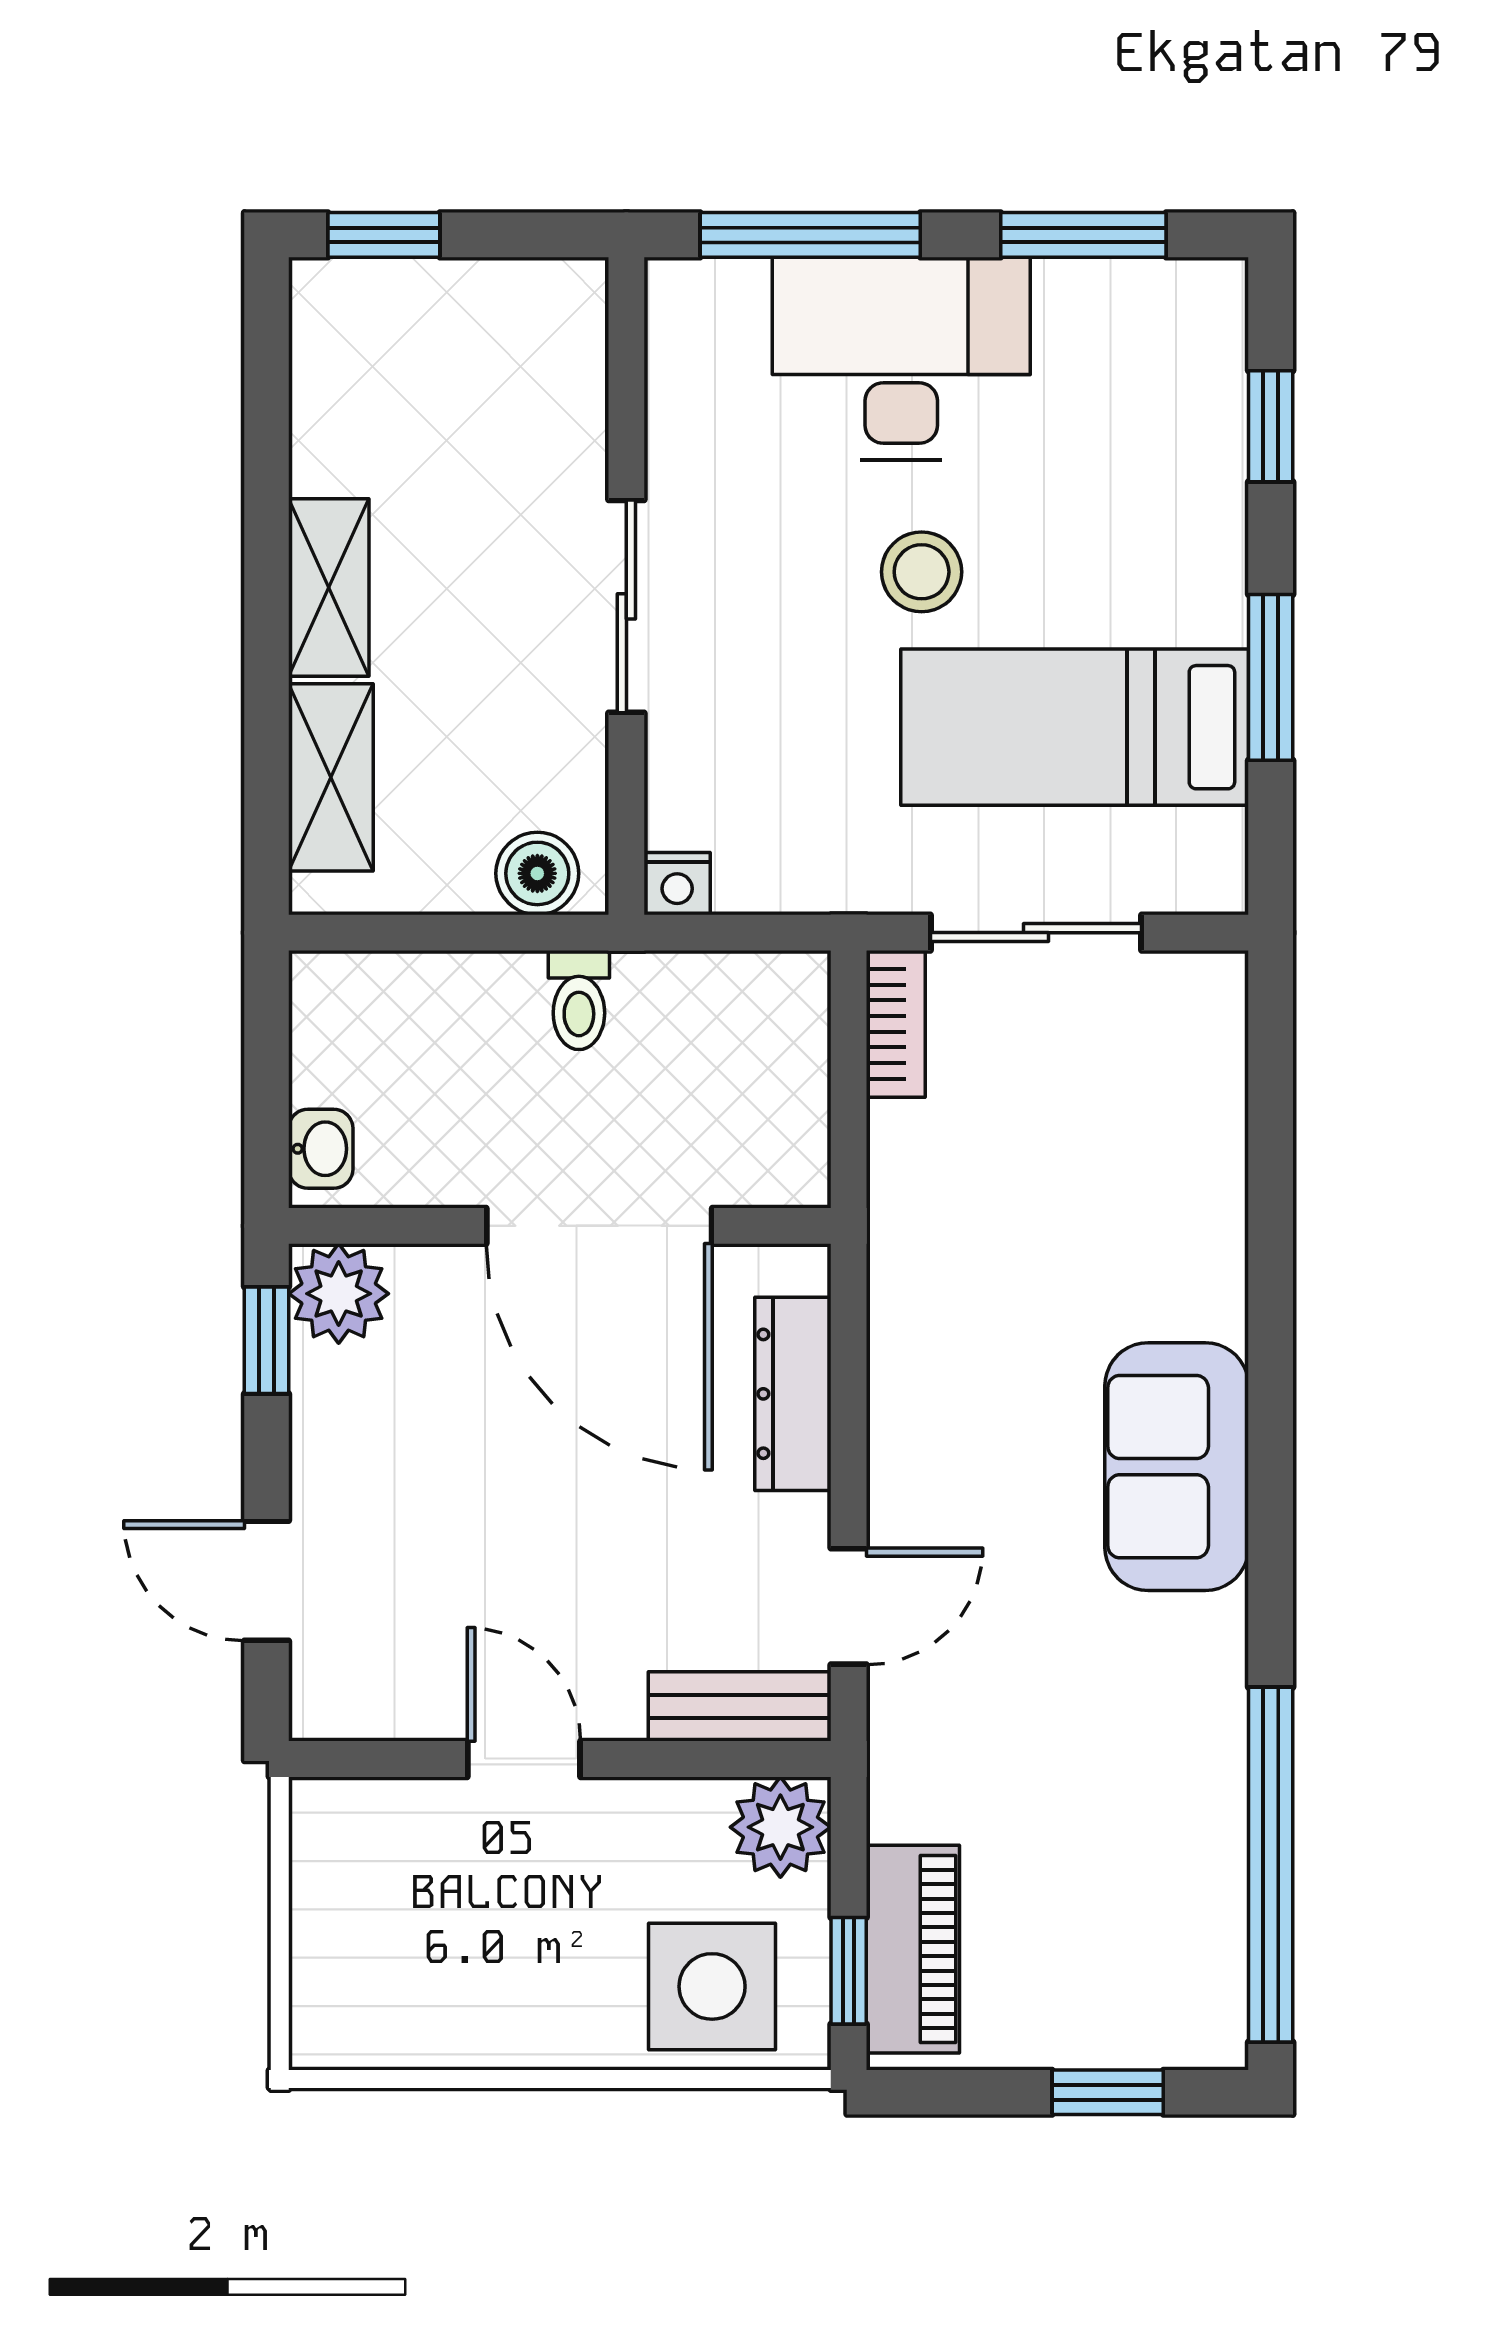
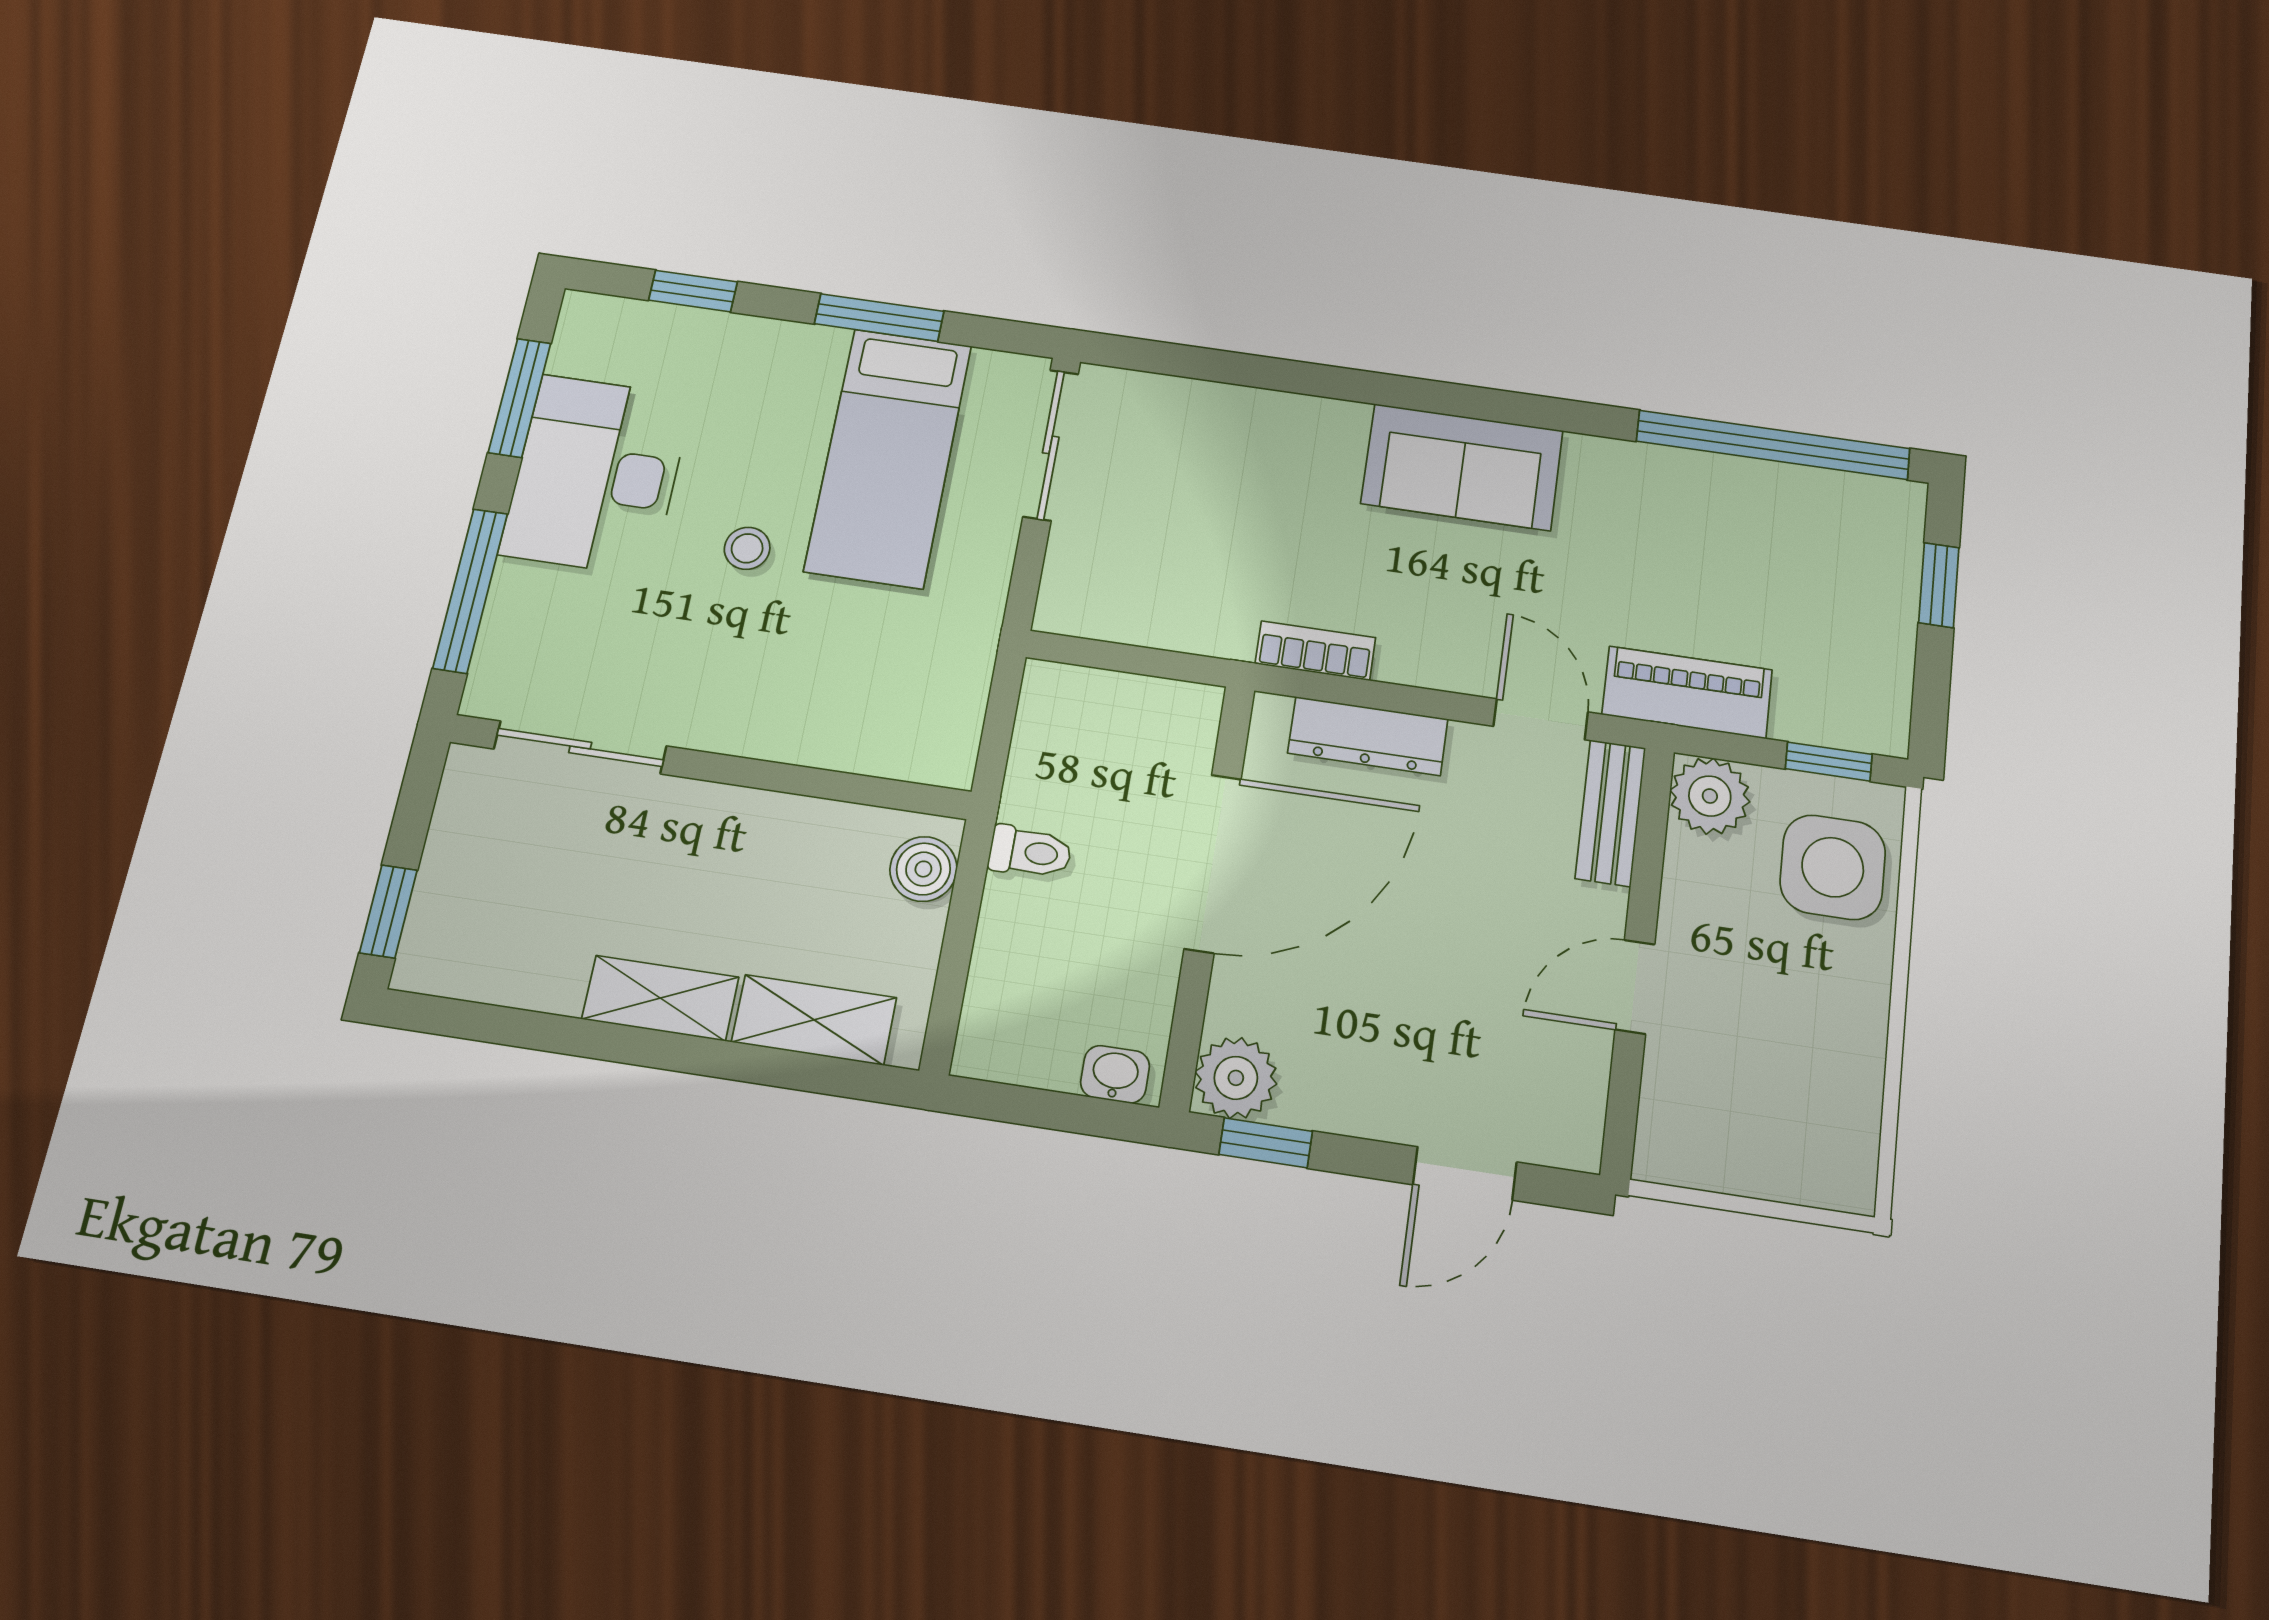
desk: (901, 358) -> (597, 475), moved
stool: (922, 572) -> (747, 548), width x0.73, depth x0.73
sliding door: (626, 606) -> (580, 747), moved
nightstand: (677, 884) -> (952, 763), removed
sliding door: (1036, 933) -> (1051, 445), moved
bookcase: (896, 1024) -> (1315, 651), moved
piano: (913, 1949) -> (1687, 692), moved

